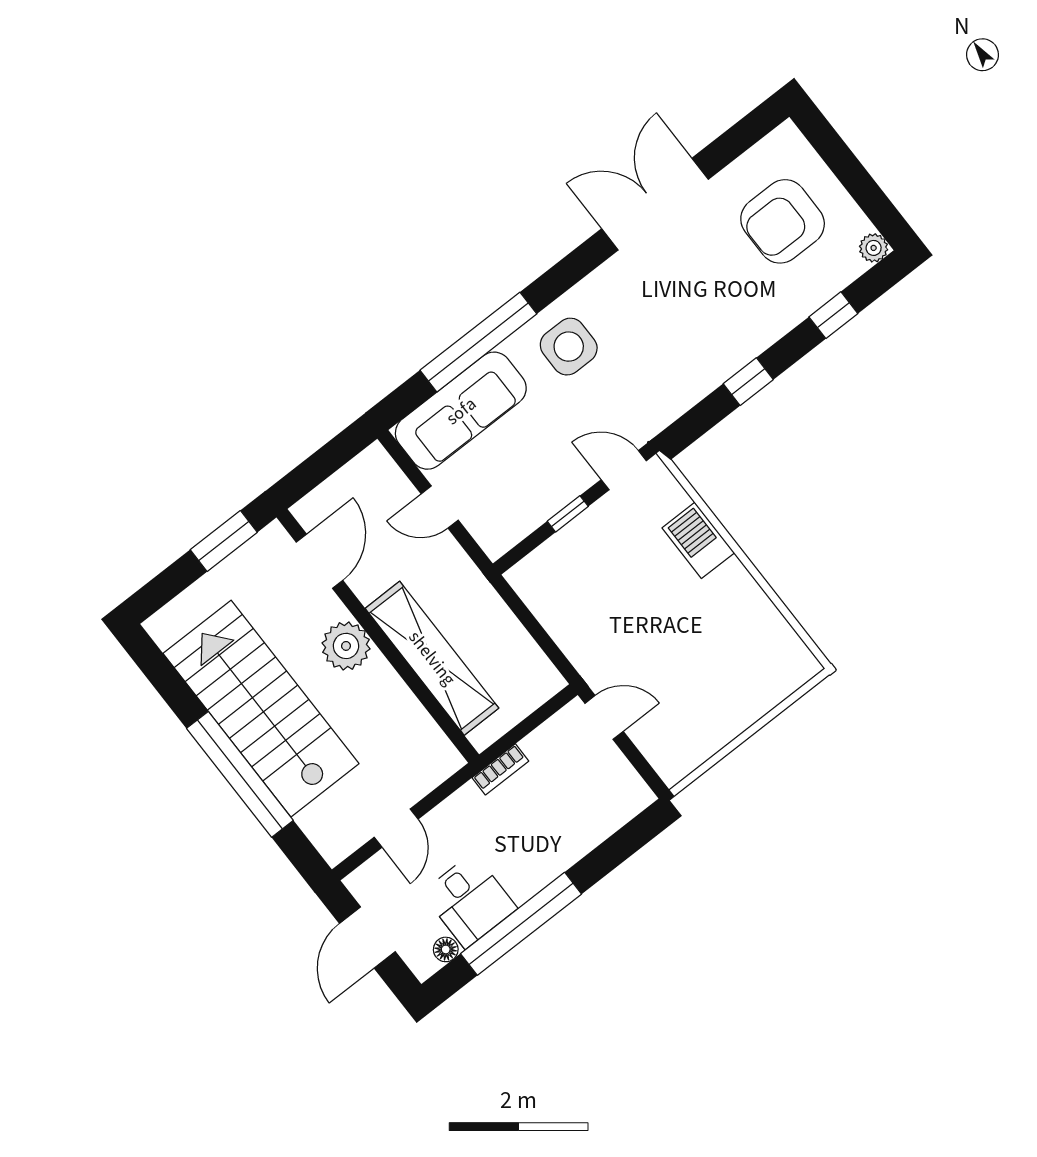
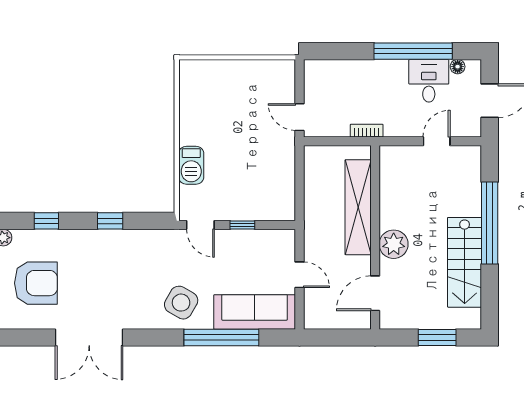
side table: (569, 347) -> (181, 303), turned 30
window: (224, 541) -> (437, 337), moved
stairs: (261, 709) -> (465, 262), width x0.73, depth x0.66

